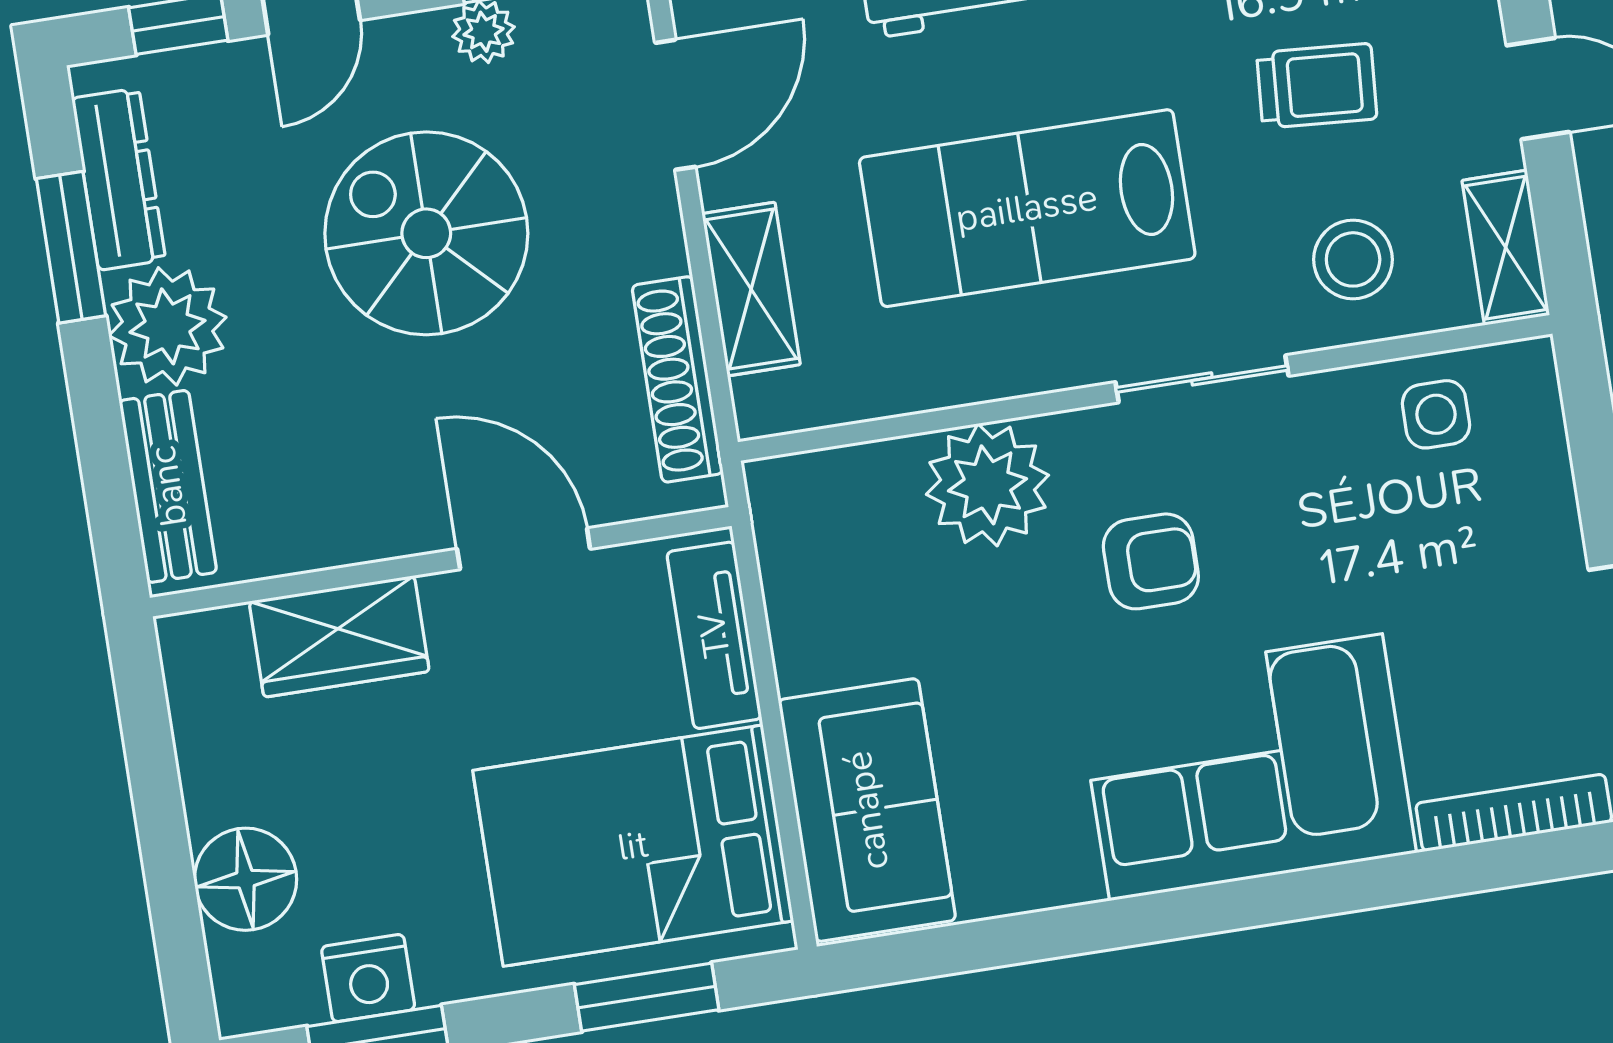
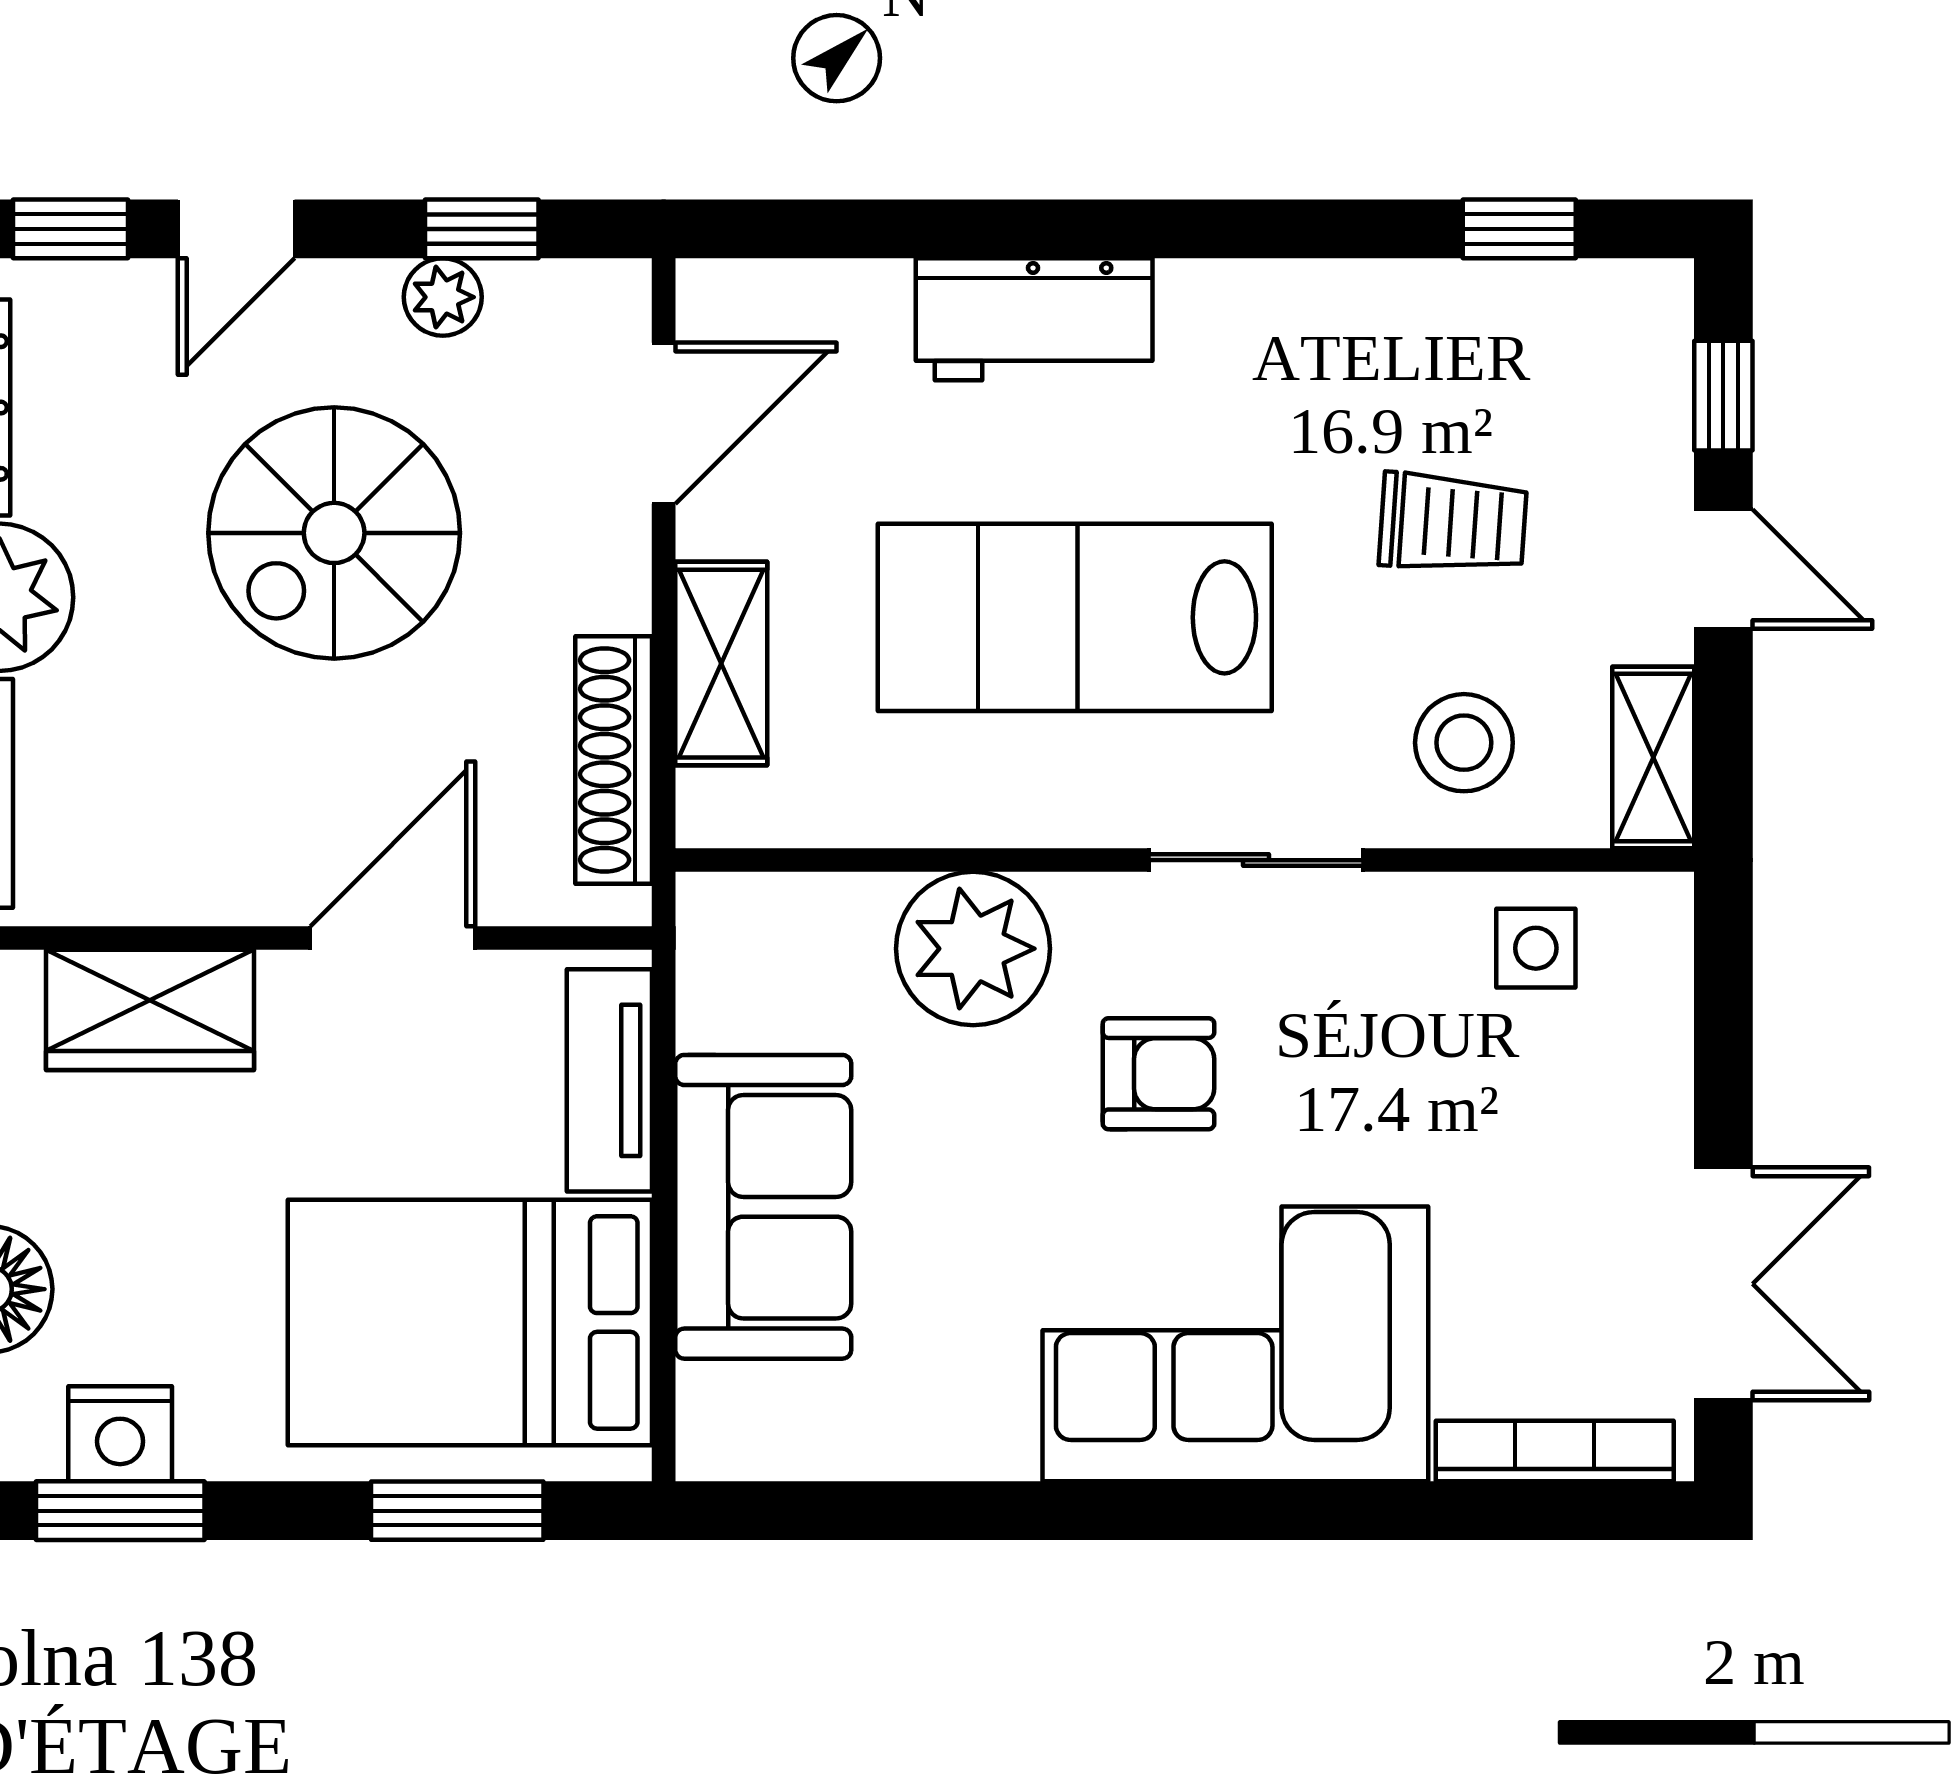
spiral stairs: (426, 233) -> (334, 533), turned -90
door: (524, 549) -> (393, 938), hinge flipped
sofa: (867, 810) -> (763, 1207), moved

